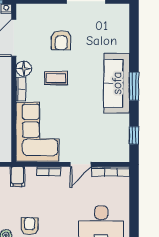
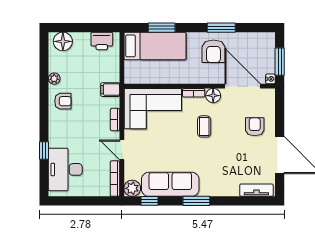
tv unit: (123, 23) -> (256, 190), added
armchair: (61, 40) -> (255, 127), moved, turned 90
sofa: (117, 83) -> (170, 184), moved
plant: (121, 153) -> (132, 188), added

